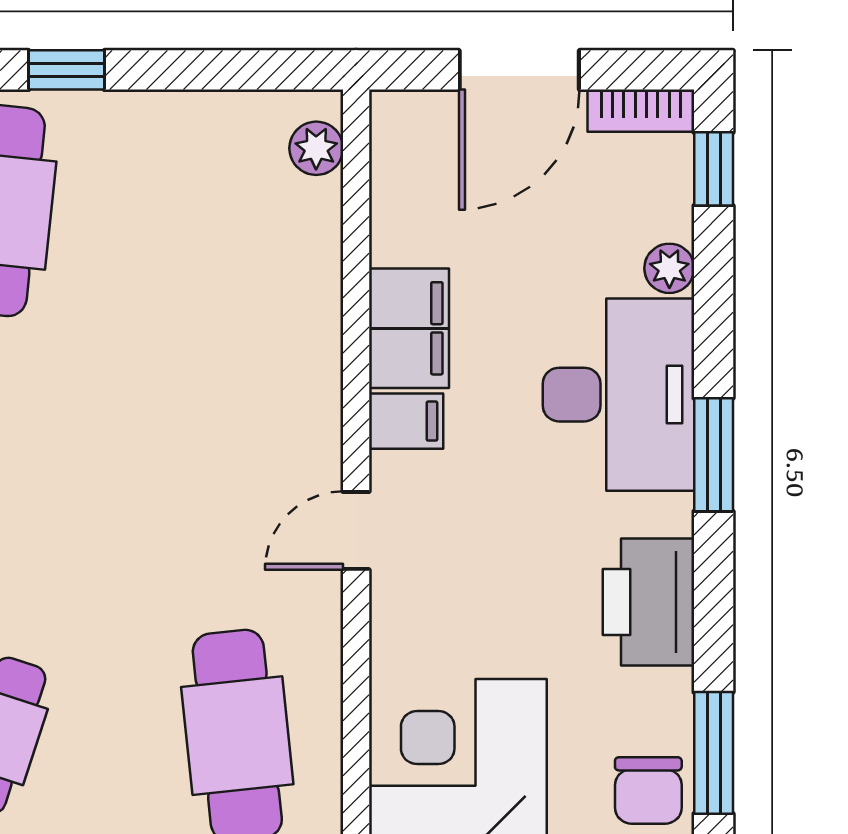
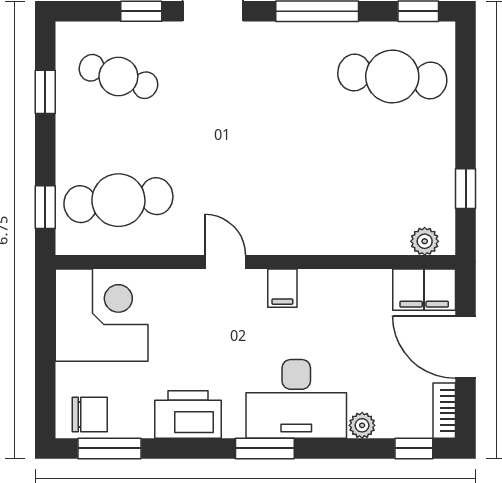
window: (66, 70) -> (466, 189), moved
filing cabinet: (409, 328) -> (424, 290), moved
chair: (648, 790) -> (90, 414), turned 180

